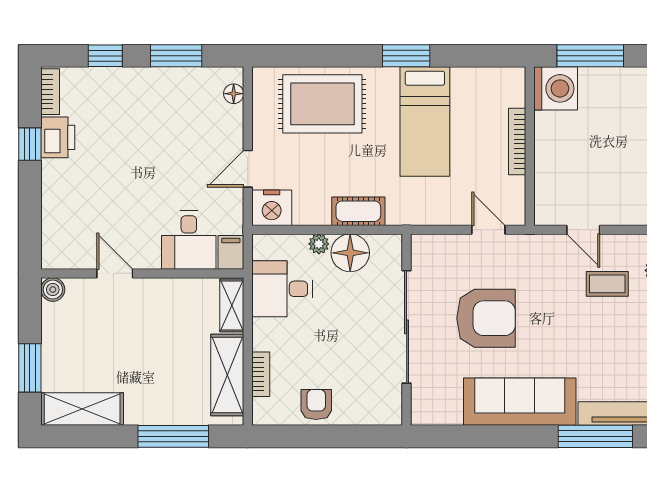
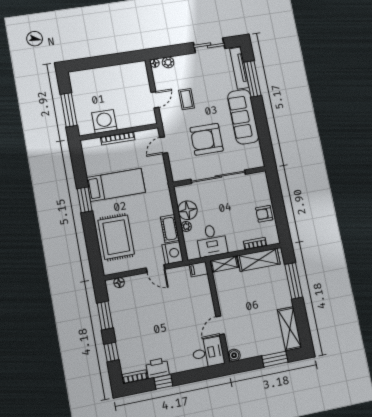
washing machine: (556, 88) -> (104, 121), moved
cot: (358, 211) -> (170, 229), moved
desk: (189, 240) -> (208, 352), moved
coffee table: (607, 284) -> (186, 99), moved
armchair: (486, 318) -> (207, 139), turned -90

